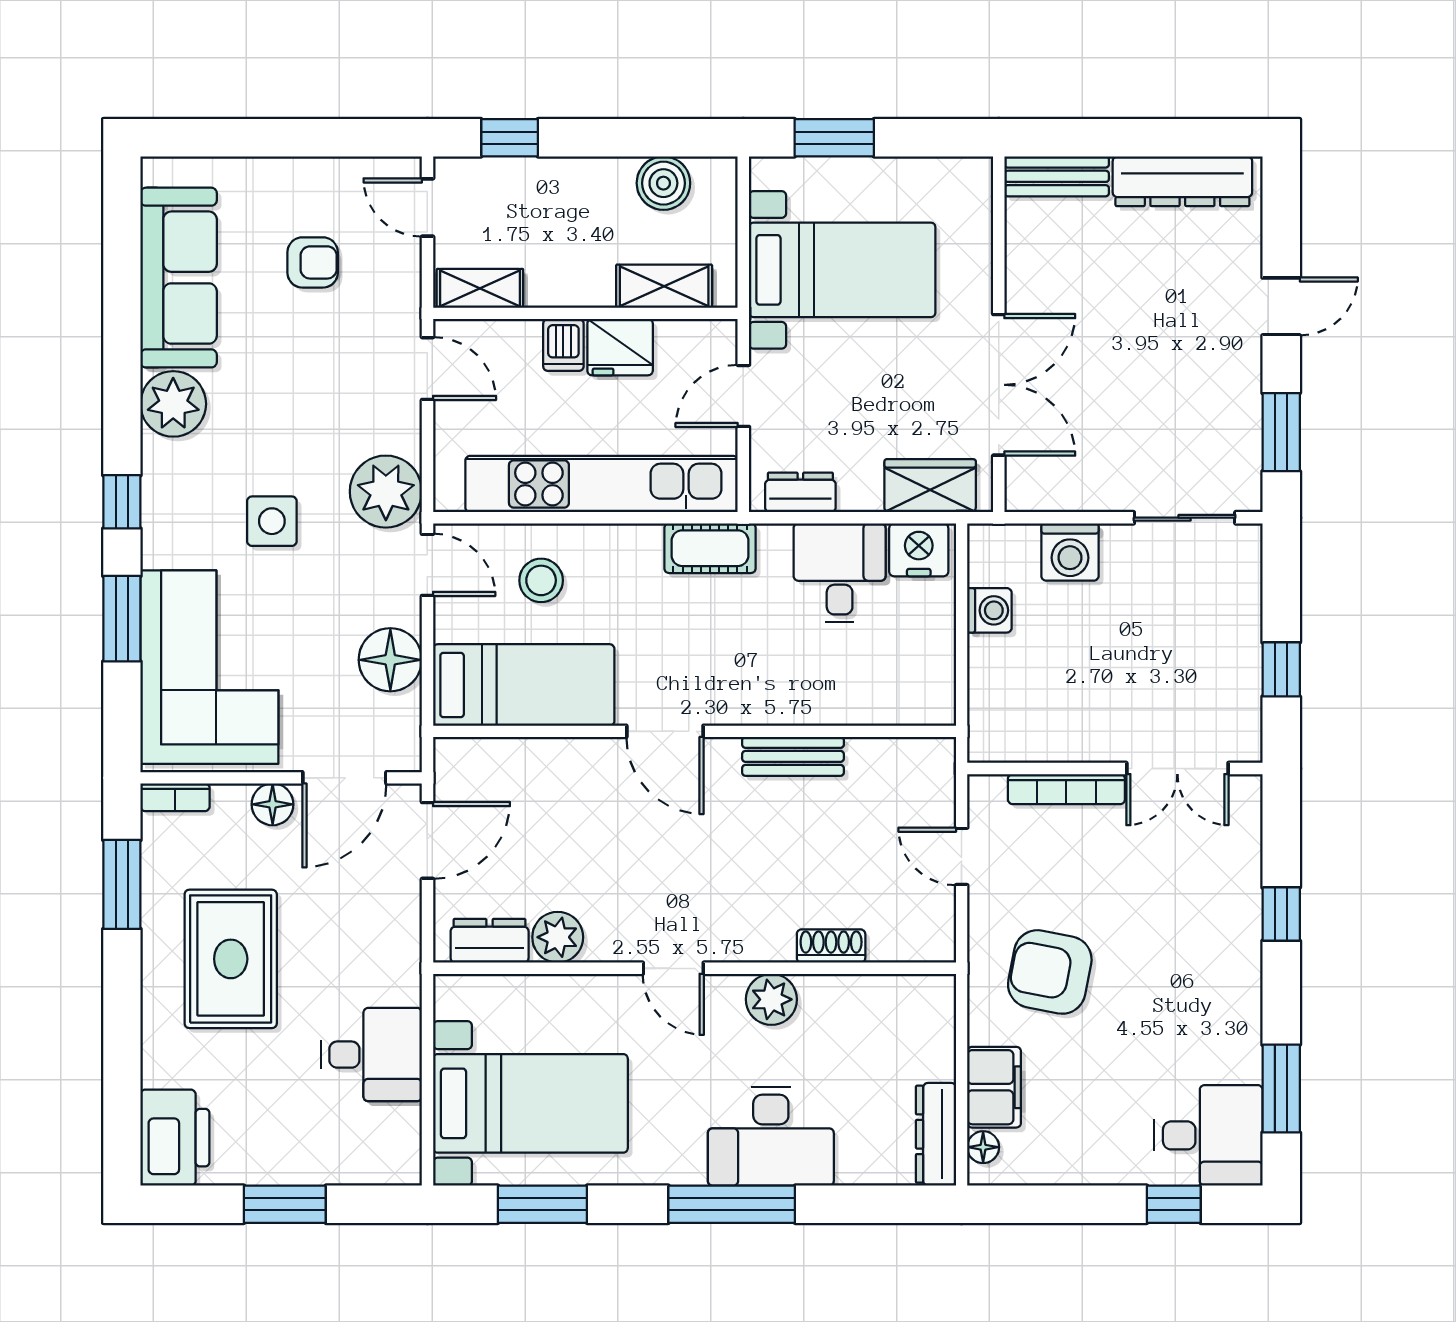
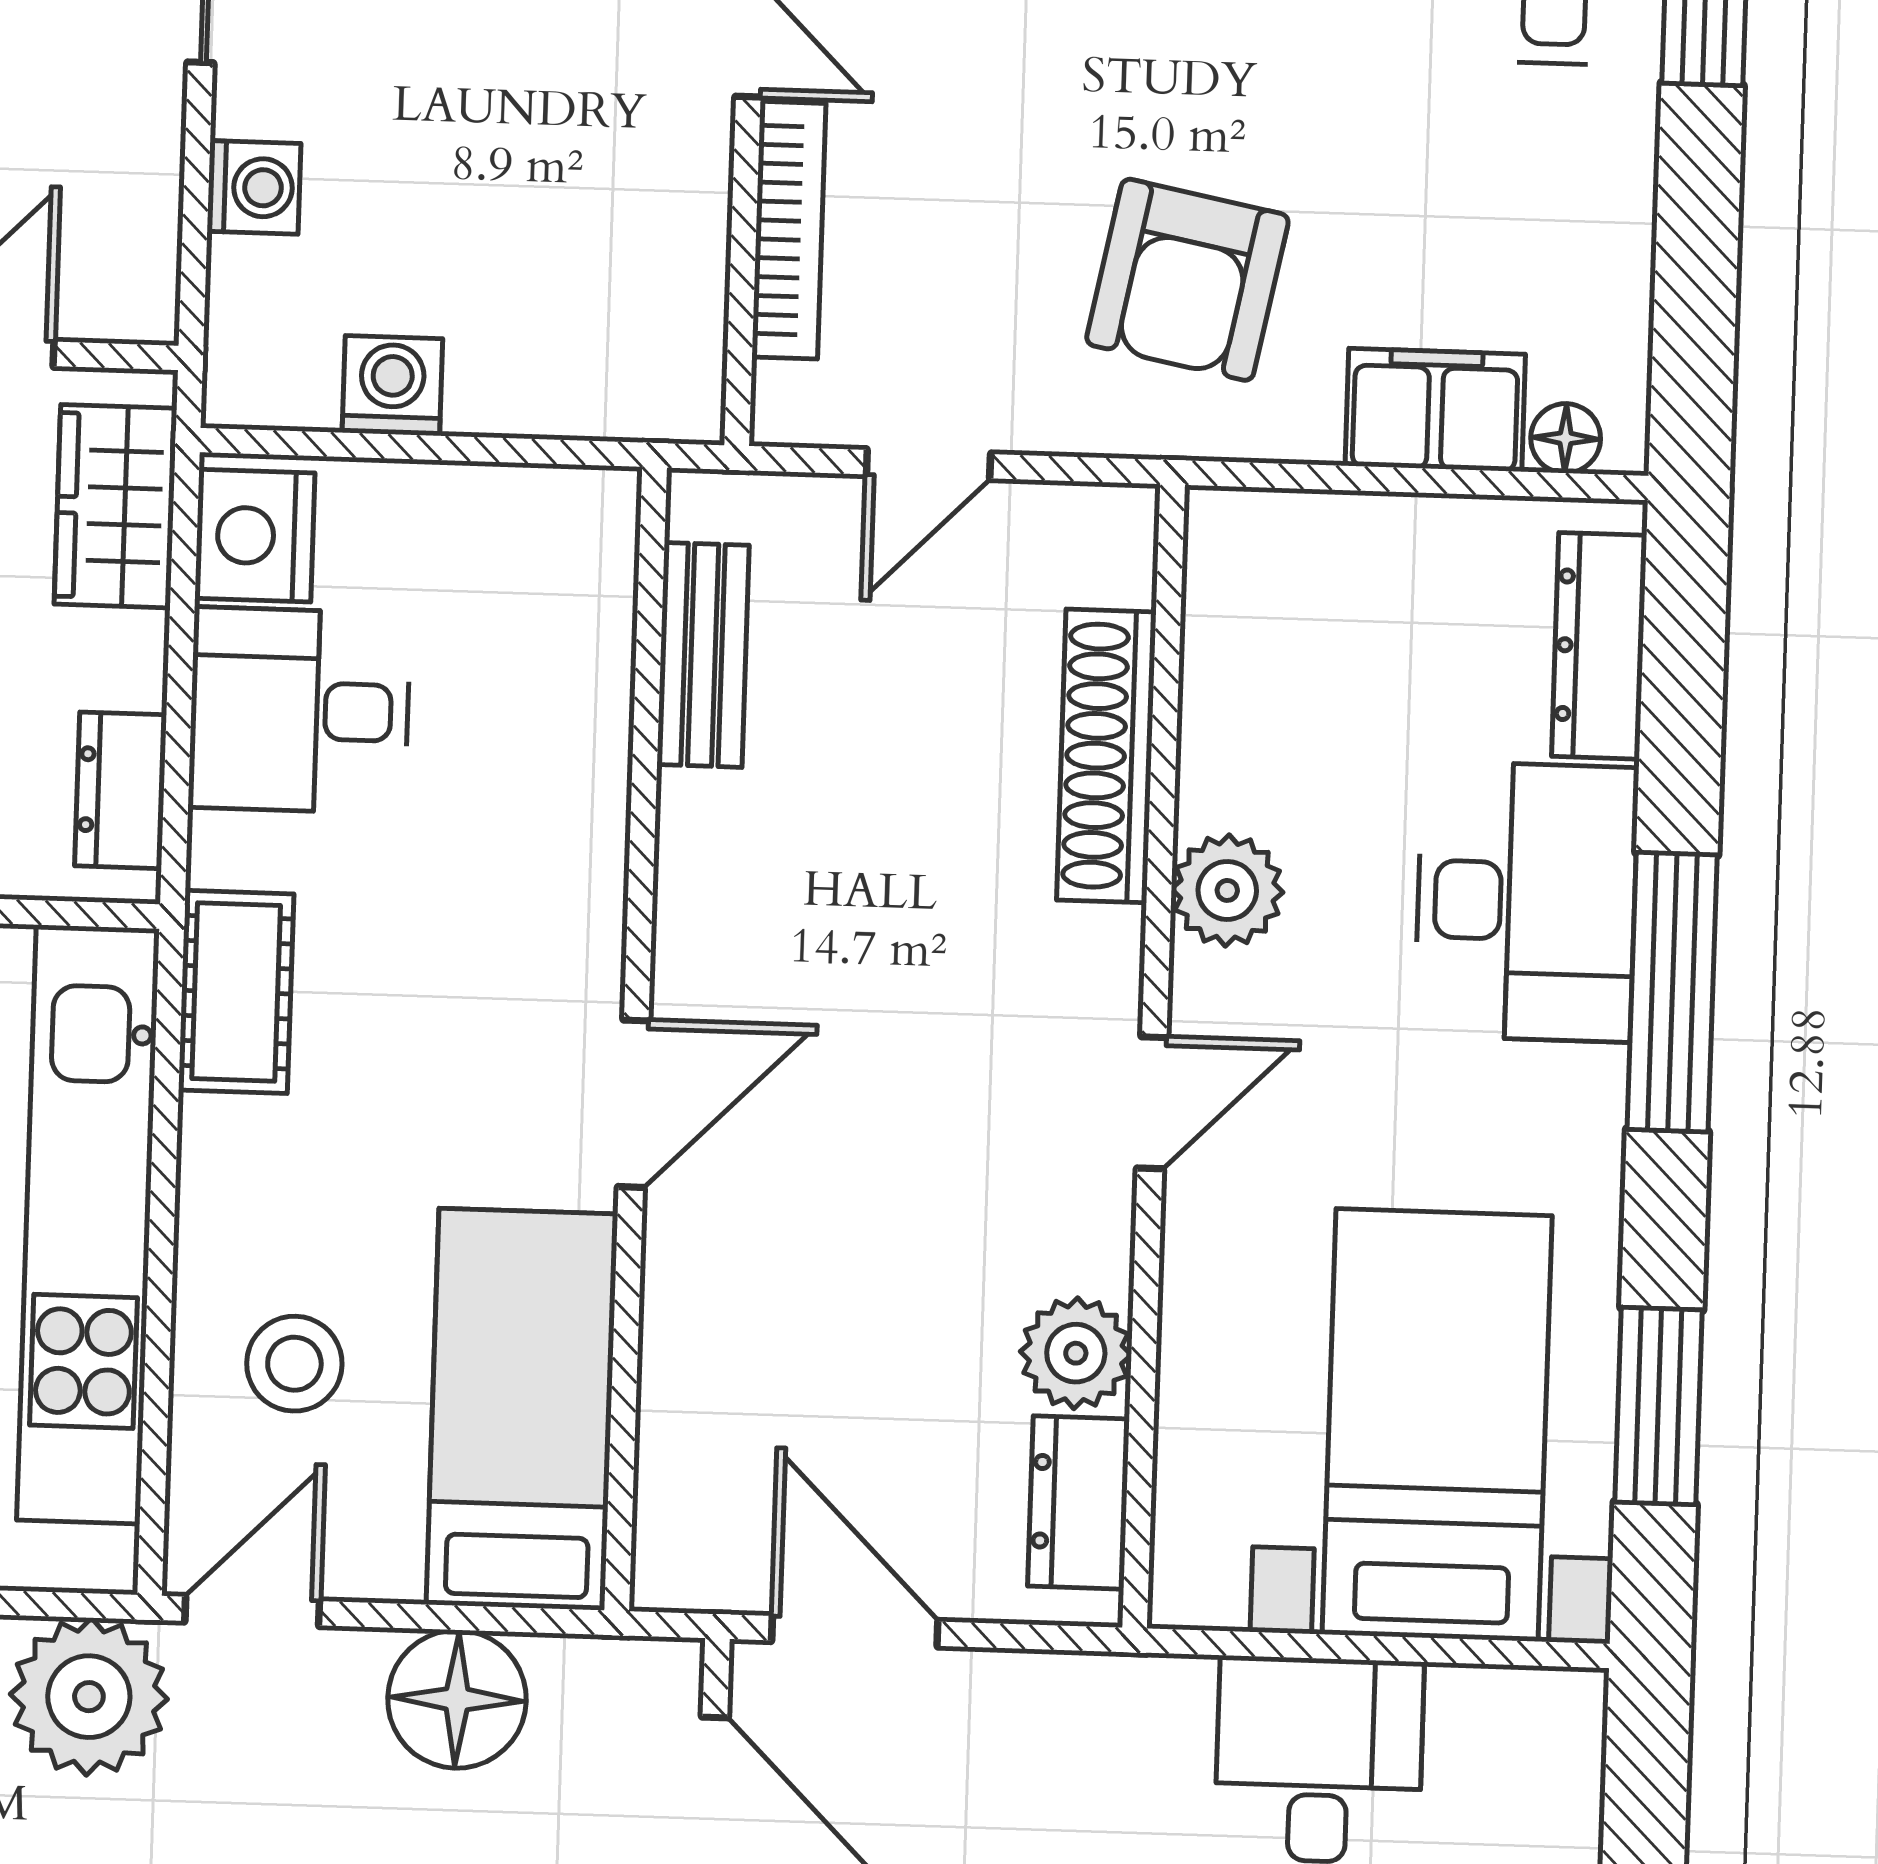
washing machine: (1070, 552) -> (254, 187), width x0.73, depth x0.73
bench: (793, 756) -> (703, 655), moved
shoe rack: (831, 946) -> (1106, 756), width x1.94, depth x1.24
dresser: (936, 1134) -> (1599, 646), moved, turned 90

